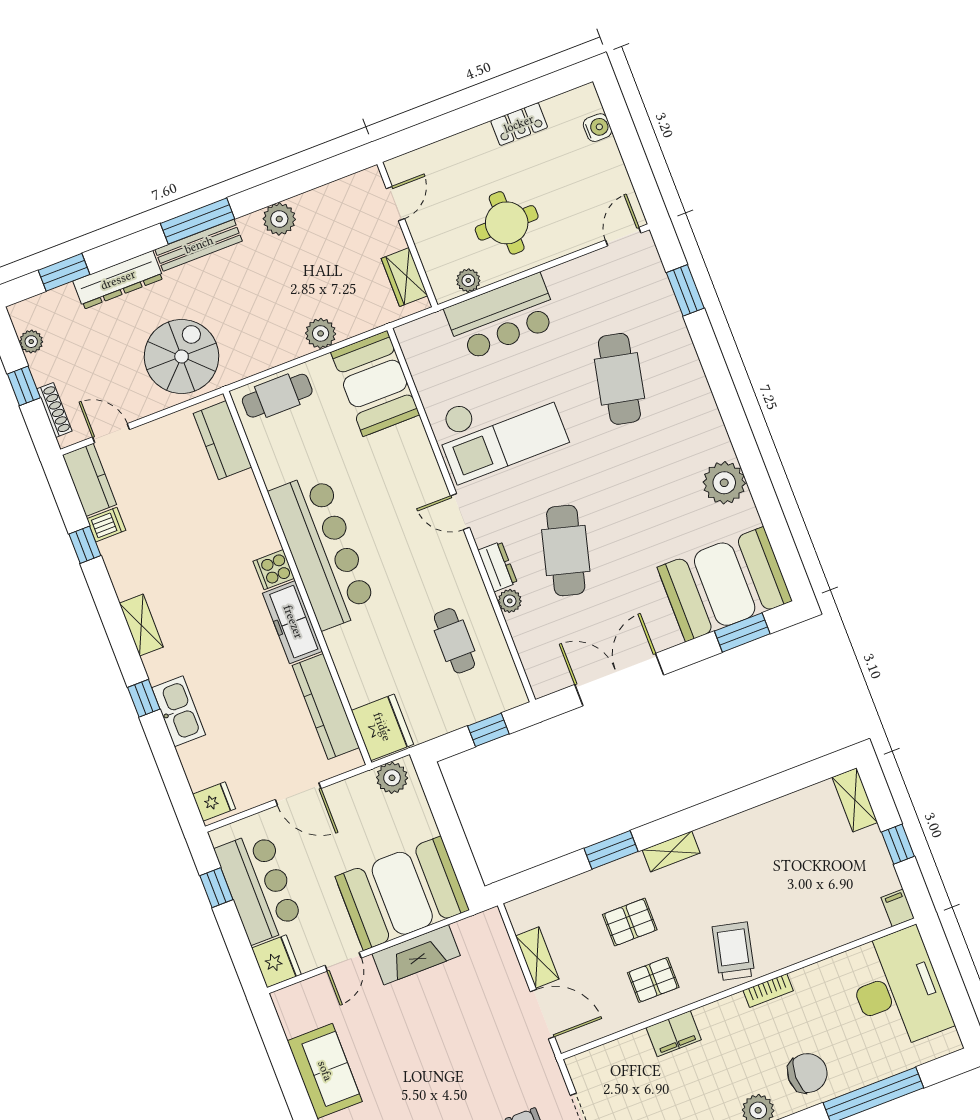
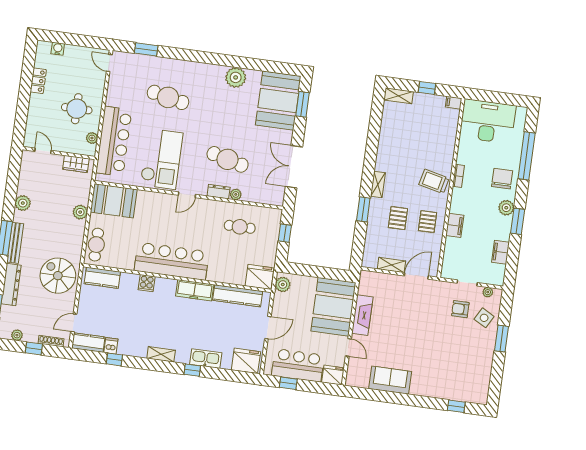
bar counter: (502, 317) -> (114, 141), width x1.36
cooker: (274, 570) -> (147, 283), moved
fridge: (214, 802) -> (246, 361), width x1.88, depth x1.34

